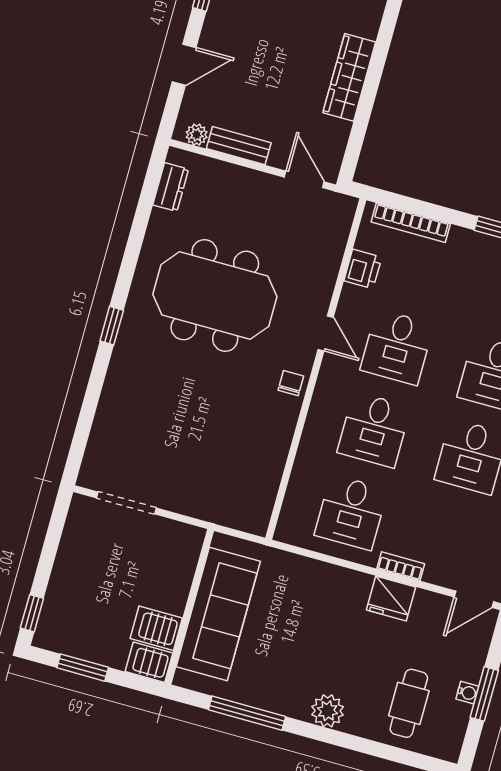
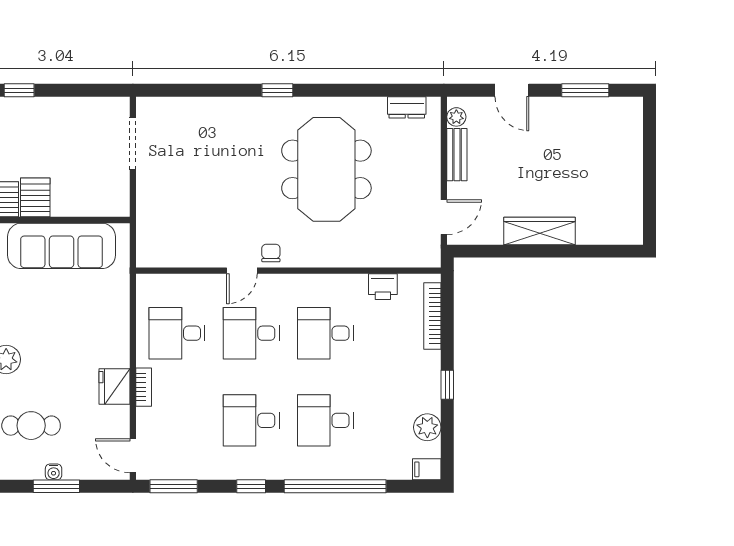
door: (326, 333) -> (242, 271), moved
chair: (291, 383) -> (271, 253), turned -90

